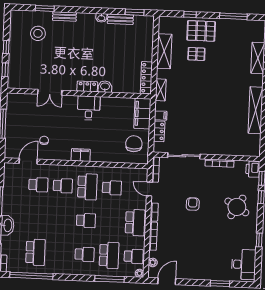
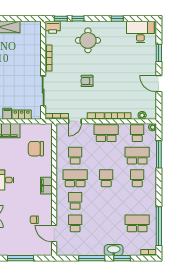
chair: (134, 144) -> (36, 149), moved
round table: (237, 207) -> (88, 40), turned -31
door: (167, 281) -> (159, 84), moved

